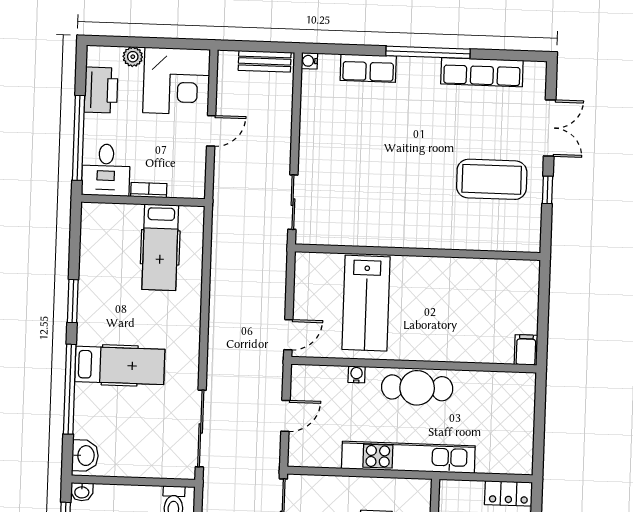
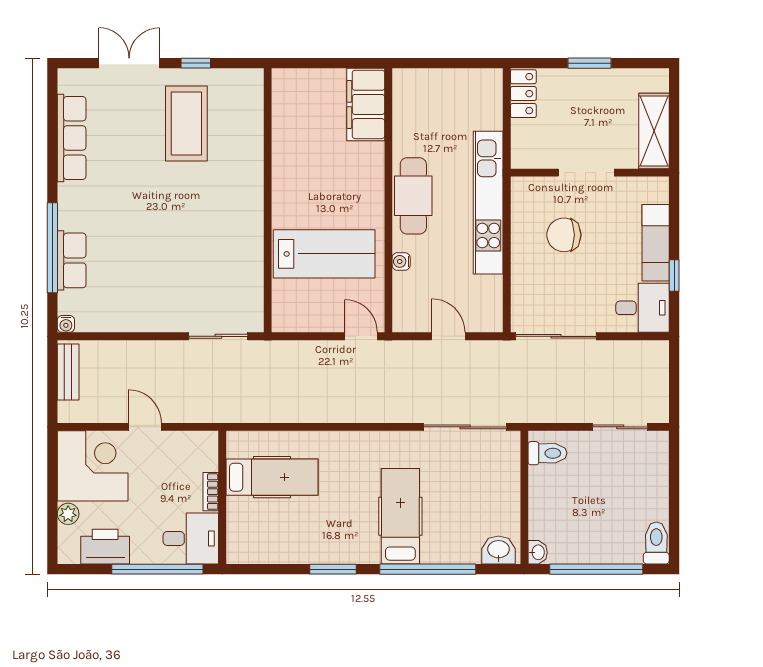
window: (428, 52) -> (52, 248), moved
filing cabinet: (526, 350) -> (366, 104), width x3.00, depth x1.17

